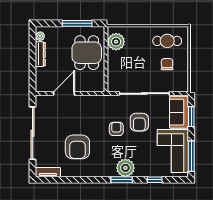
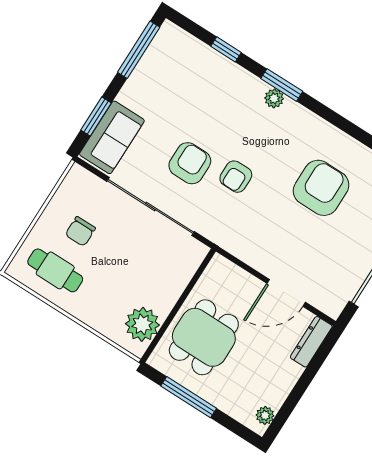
dresser: (40, 54) -> (311, 342), moved
corner sofa: (173, 151) -> (164, 78), removed
plant: (125, 168) -> (274, 98), width x0.53, depth x0.53

